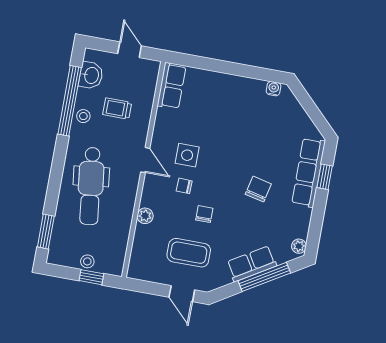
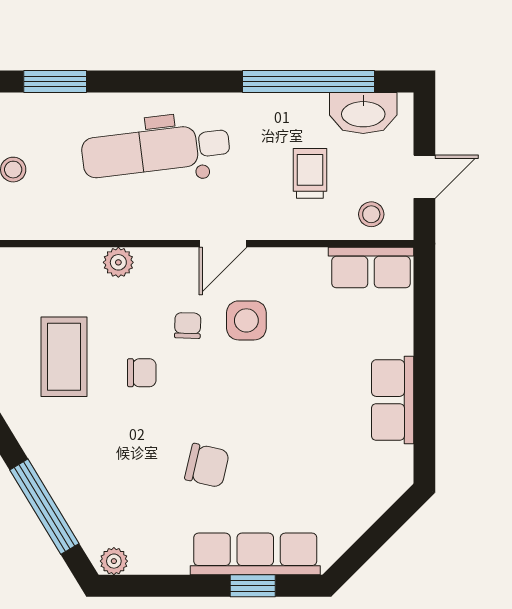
washbasin: (91, 75) -> (363, 113), width x1.38
water cooler: (274, 89) -> (401, 460), removed
stool: (83, 116) -> (371, 214), moved
row of seats: (252, 264) -> (393, 400), moved, turned -149

